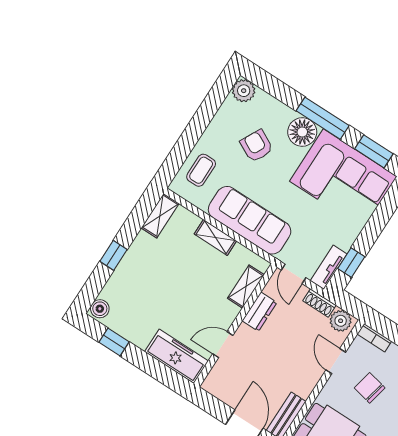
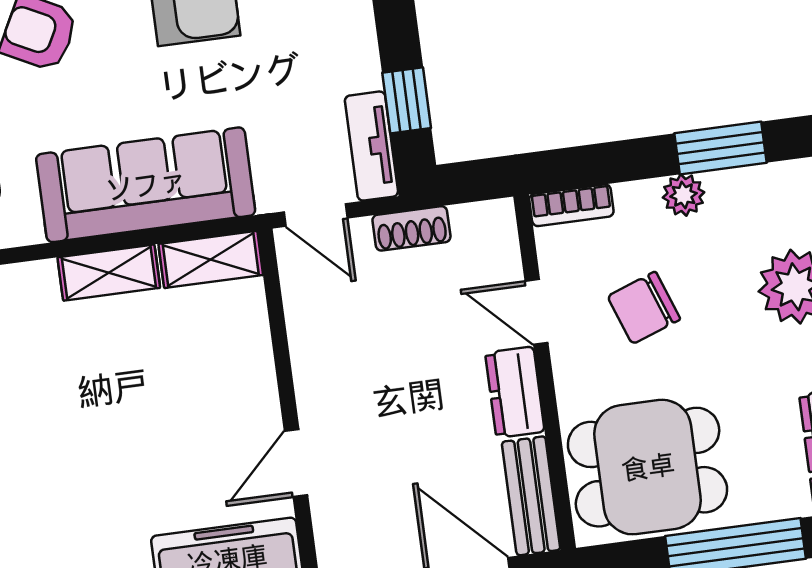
shelving: (246, 287) -> (211, 259), moved, turned 90
dresser: (259, 312) -> (515, 392), moved, turned 180
plant: (341, 321) -> (480, 228), removed
chair: (370, 388) -> (644, 308), turned -32

